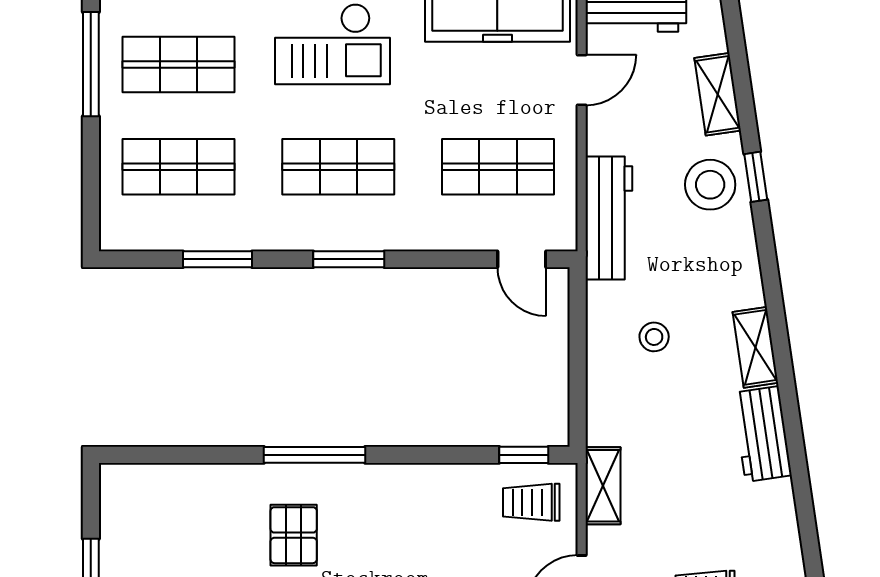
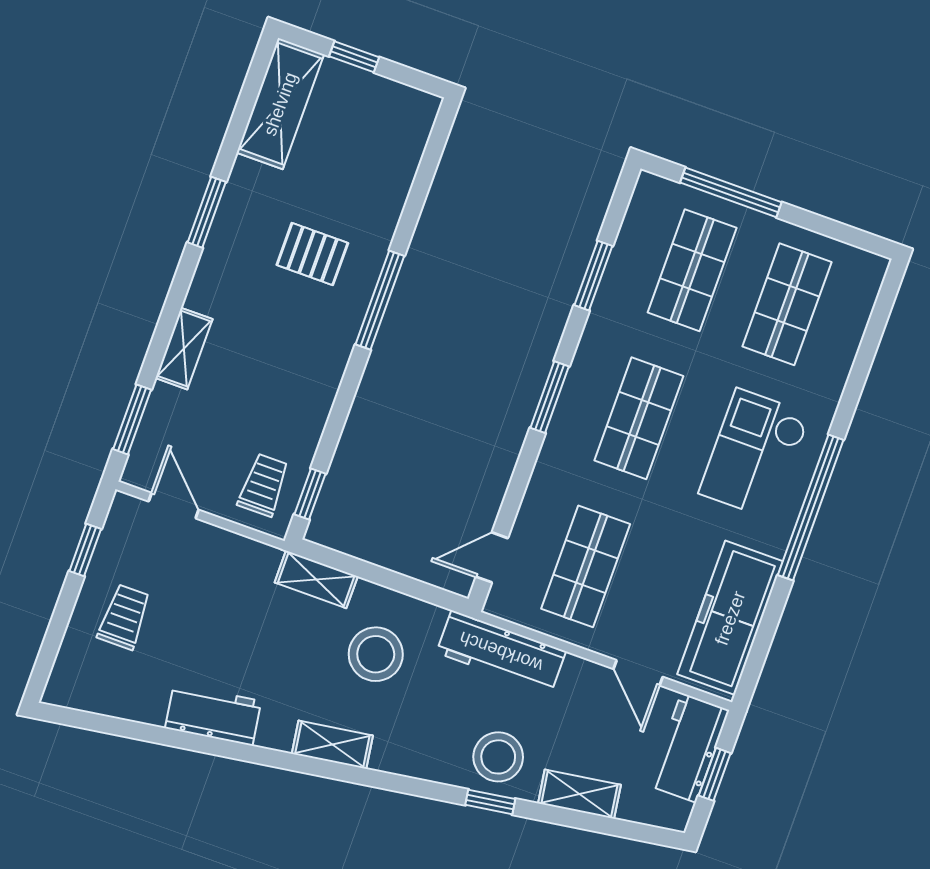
window: (91, 64) -> (731, 192), moved
stool: (654, 337) -> (376, 654), width x1.89, depth x1.89
workbench: (762, 434) -> (213, 715), moved
shelving: (603, 486) -> (316, 579), moved

